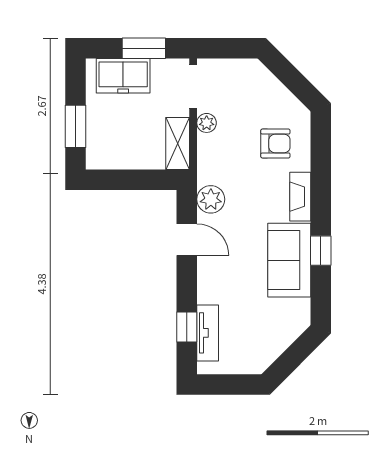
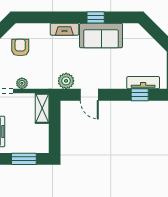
shelving: (178, 143) -> (42, 108), moved, turned 90
armchair: (275, 144) -> (20, 47), moved
door: (187, 240) -> (89, 95), swing flipped

